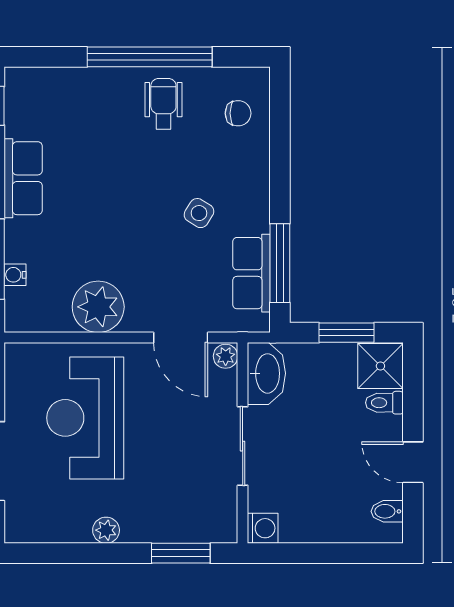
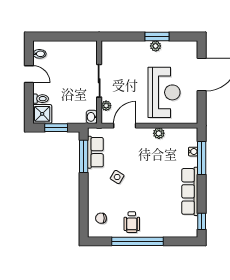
row of seats: (23, 178) -> (190, 191), width x1.48
plant: (98, 307) -> (159, 133), width x0.53, depth x0.53
door: (181, 338) -> (125, 126), hinge flipped
plant: (226, 356) -> (106, 106), moved
washbasin: (266, 373) -> (92, 117), width x0.52, depth x0.69
washing machine: (263, 528) -> (91, 47), removed
window: (181, 553) -> (157, 37), moved

